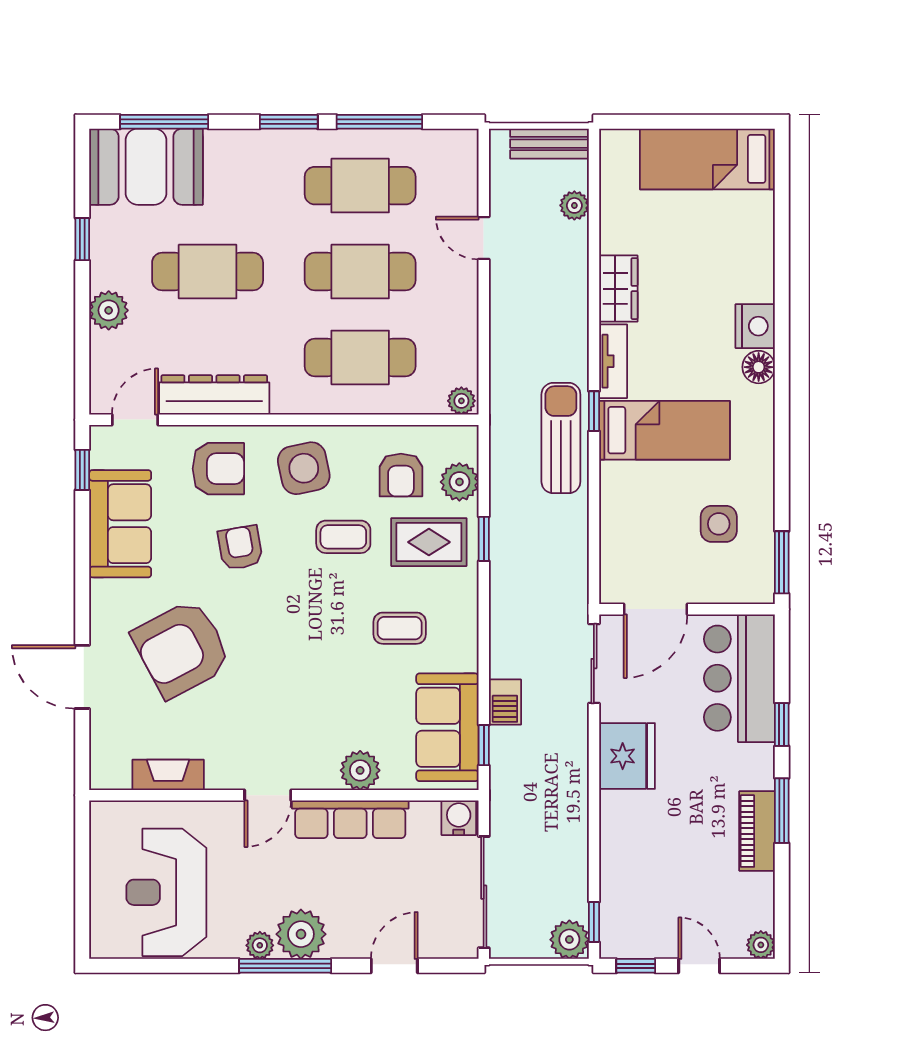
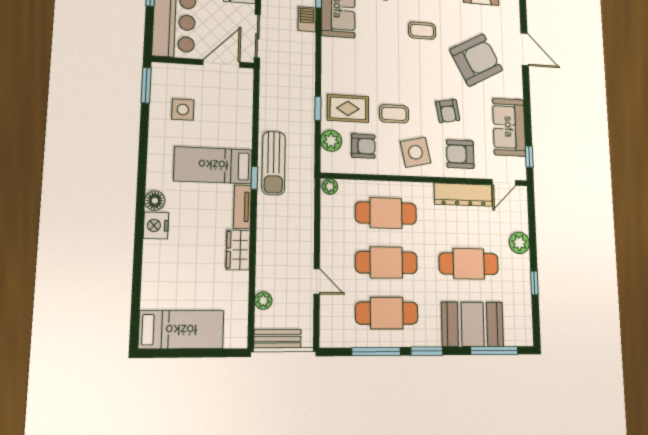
booth: (146, 167) -> (473, 324), moved
armchair: (401, 475) -> (363, 146), turned 90
coffee table: (400, 628) -> (422, 31), moved

